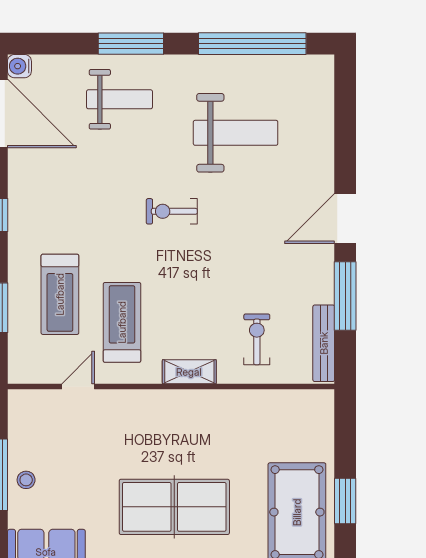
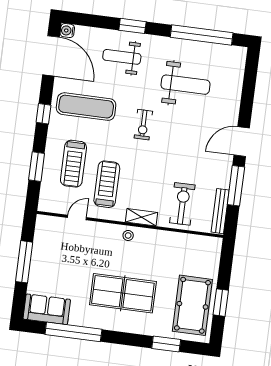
window: (131, 44) -> (132, 26), width x0.69
weight bench: (119, 99) -> (122, 57), turned 180
exercise mat: (69, 193) -> (86, 107), added
exercise bike: (172, 211) -> (143, 125), turned -90
exercise bike: (257, 339) -> (182, 204), width x1.38, depth x1.39
stool: (26, 480) -> (128, 235), moved

